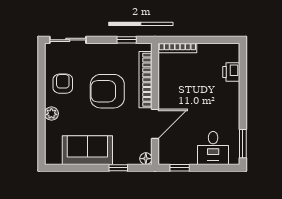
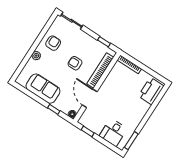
printer: (231, 72) -> (151, 91), width x1.87, depth x1.48
armchair: (107, 91) -> (75, 63), width x0.53, depth x0.53
door: (155, 124) -> (90, 98), swing flipped

